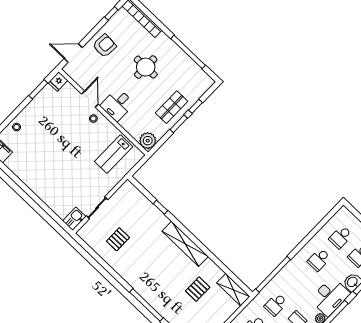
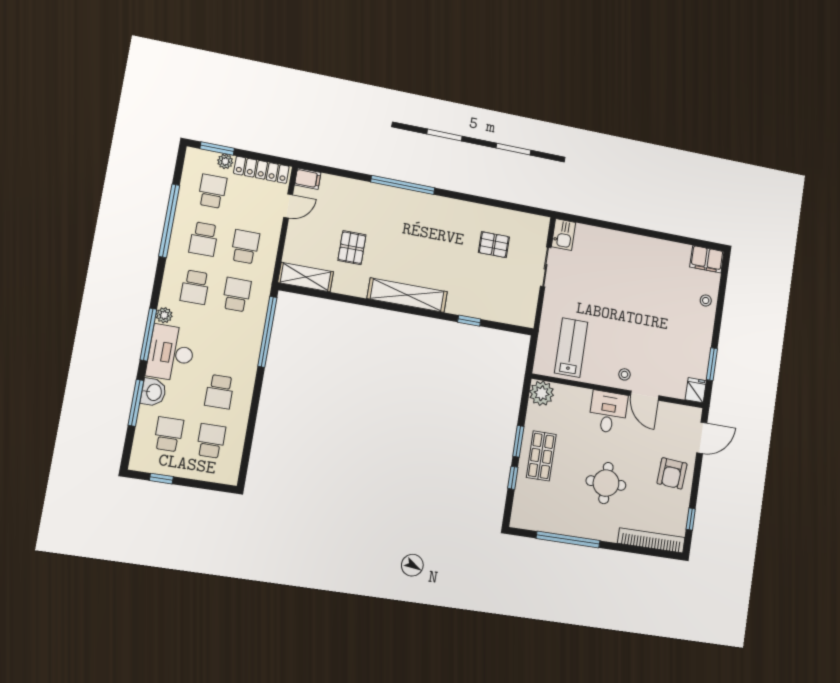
pallet: (118, 239) -> (494, 245), turned 90
school desk: (319, 260) -> (220, 392), turned 180

